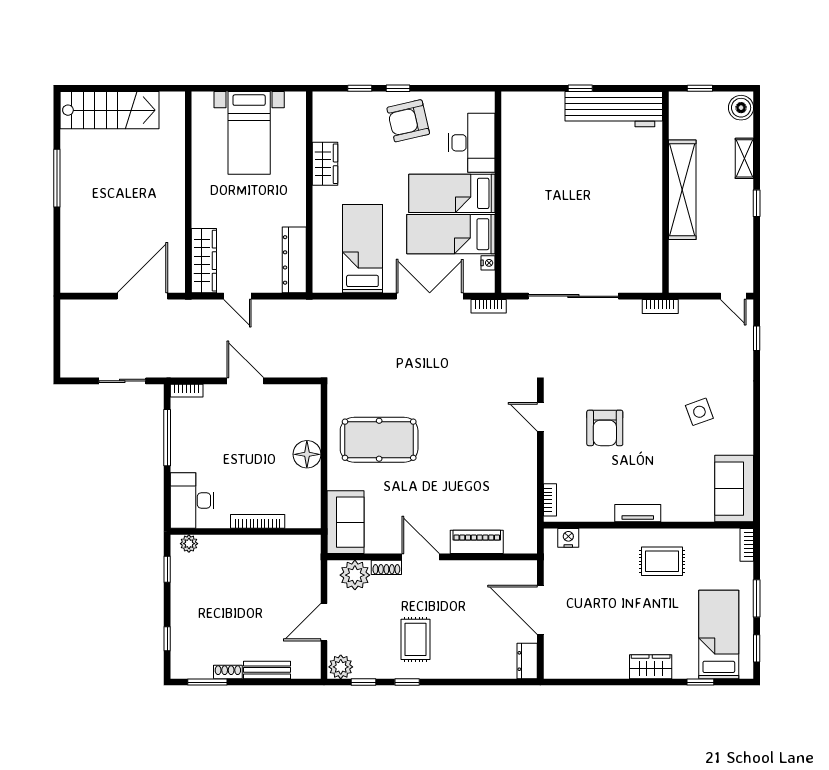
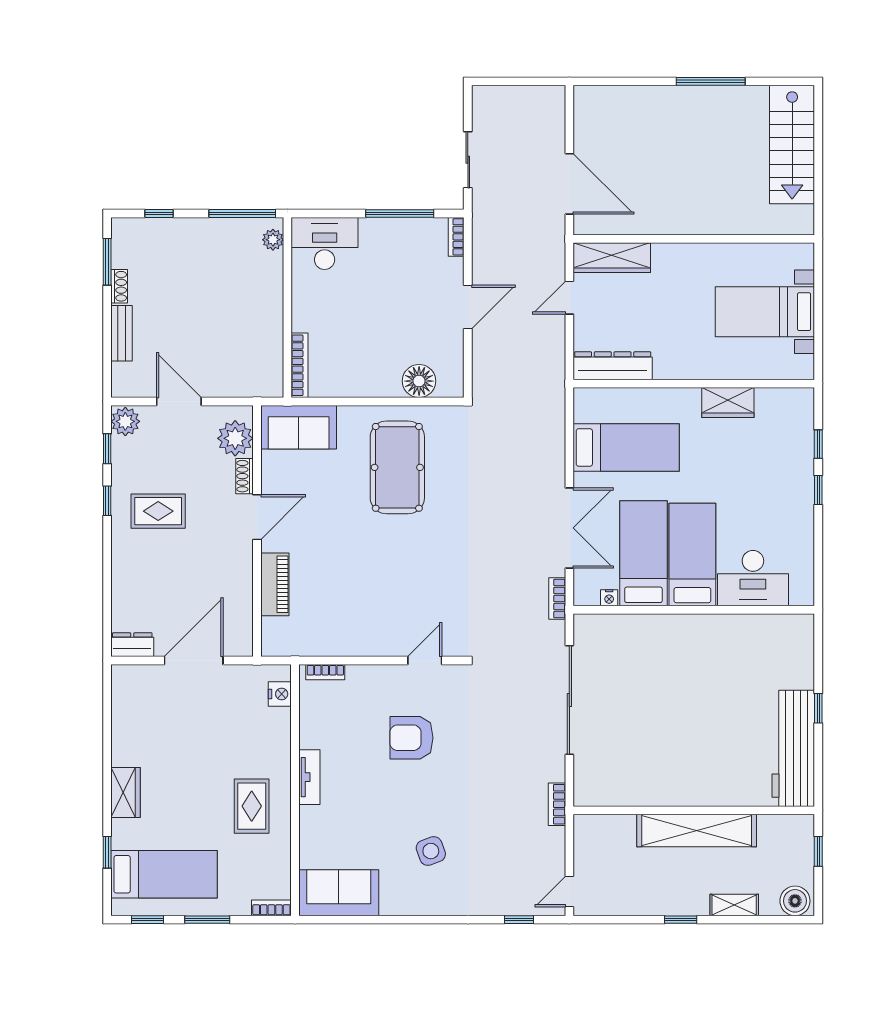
armchair: (408, 121) -> (779, 502), removed
floor lamp: (307, 454) -> (419, 381), moved
bookcase: (258, 521) -> (300, 365), moved
window: (167, 569) -> (242, 213), width x2.17

